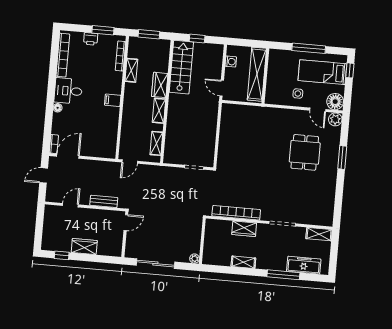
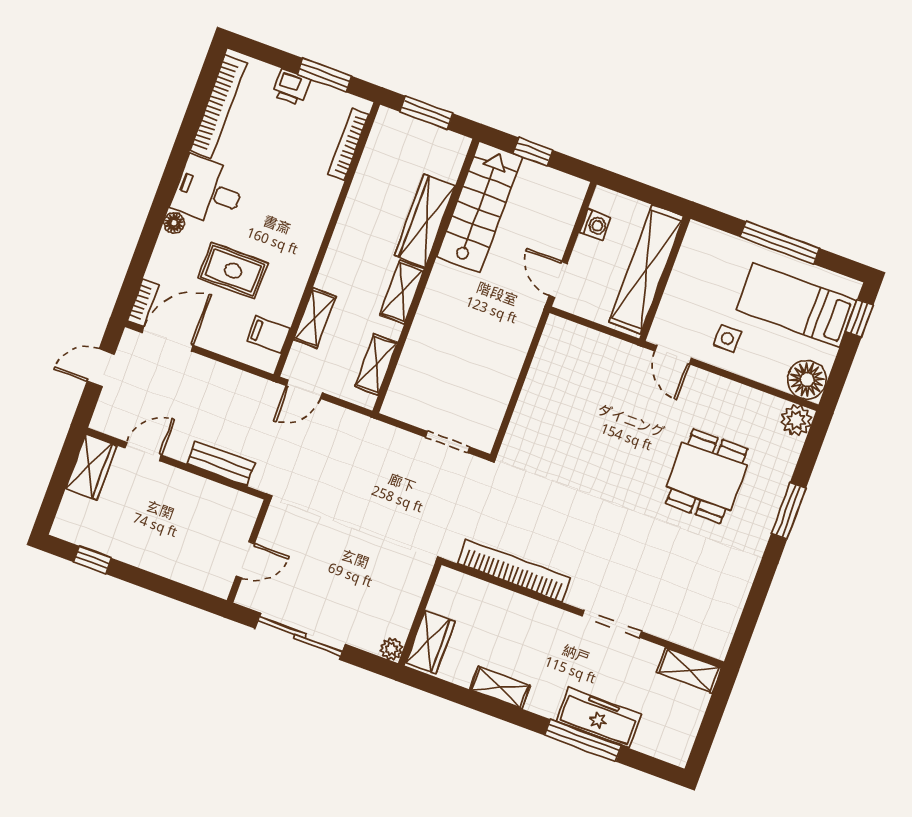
shelving: (131, 70) -> (315, 318), moved
wardrobe: (160, 85) -> (425, 221), width x1.50
filing cabinet: (113, 100) -> (269, 335), moved
door: (318, 110) -> (673, 355), moved
rug: (87, 121) -> (233, 271), added
door: (126, 223) -> (245, 560), moved
wardrobe: (244, 229) -> (430, 642), moved, turned -90
wardrobe: (84, 246) -> (91, 467), moved, turned 90
freezer: (304, 265) -> (599, 718), moved

